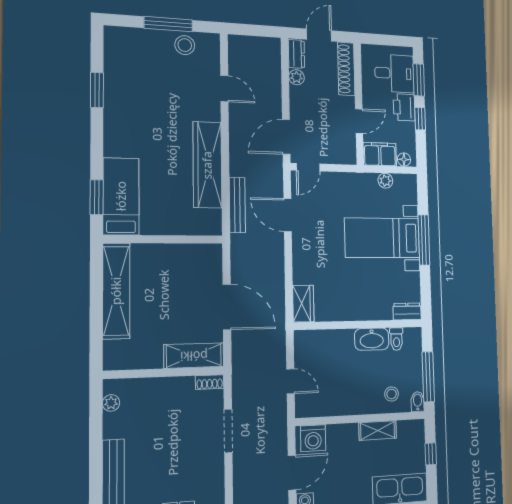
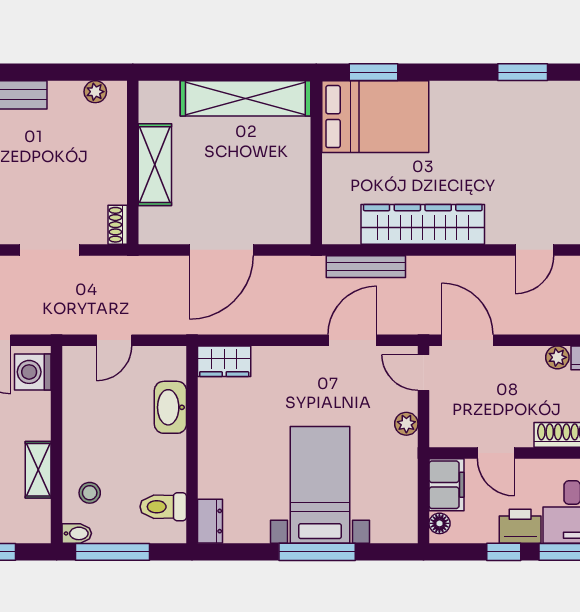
plant: (385, 181) -> (406, 424), moved
bed: (121, 196) -> (375, 117), width x1.50
washbasin: (372, 339) -> (170, 407), moved
toilet: (396, 339) -> (163, 507), width x1.37, depth x1.39
shelving: (194, 356) -> (155, 165), moved

